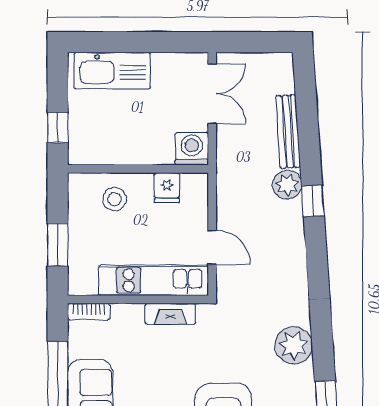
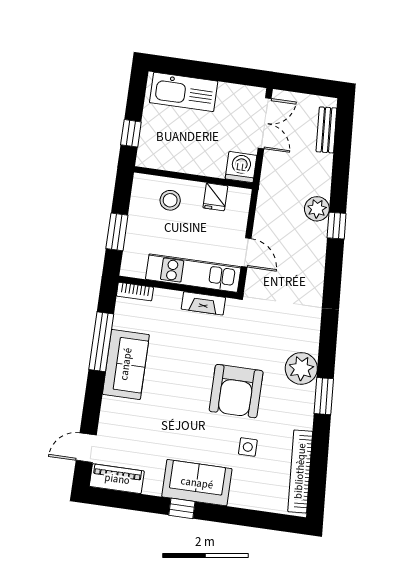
bench: (288, 132) -> (326, 130), moved, width x0.73
plant: (294, 345) -> (301, 368), moved

